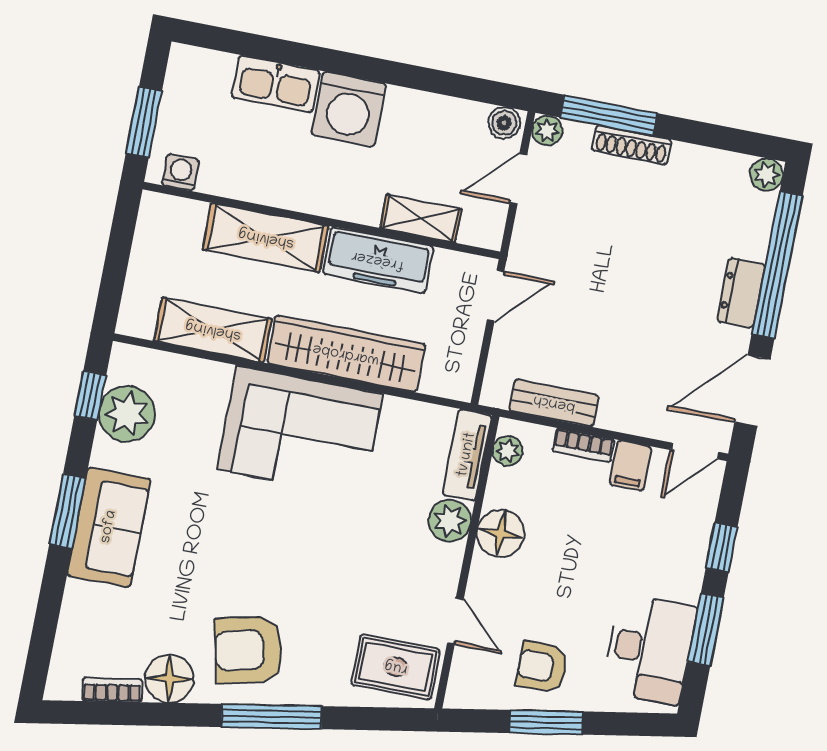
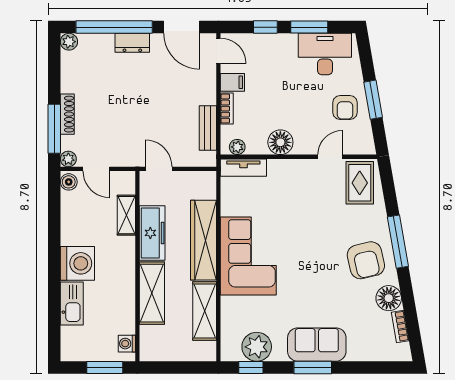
plant: (450, 521) -> (279, 170), removed

